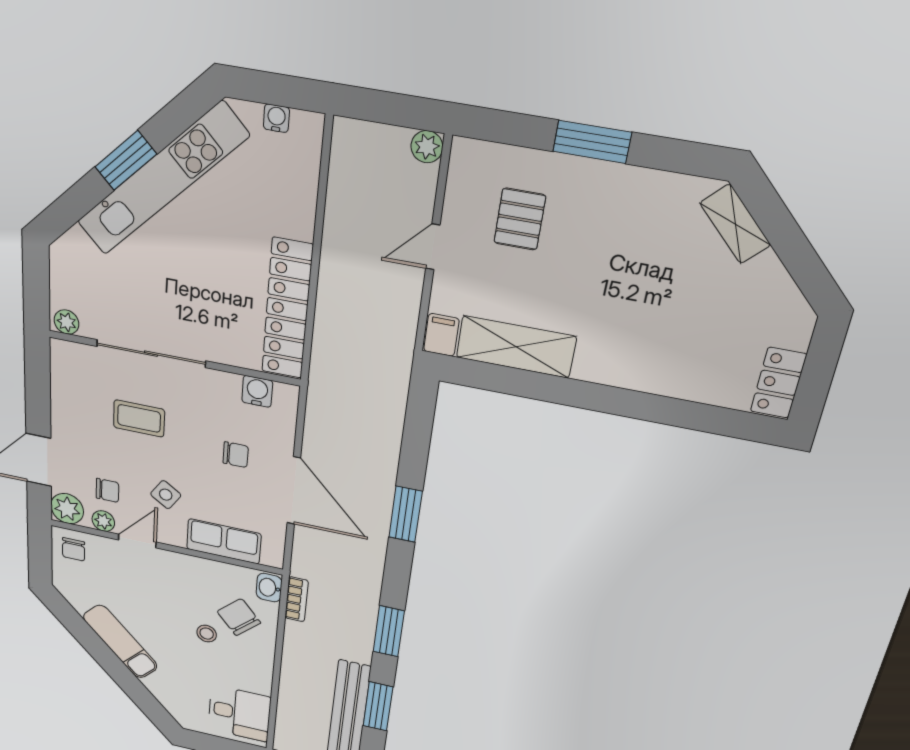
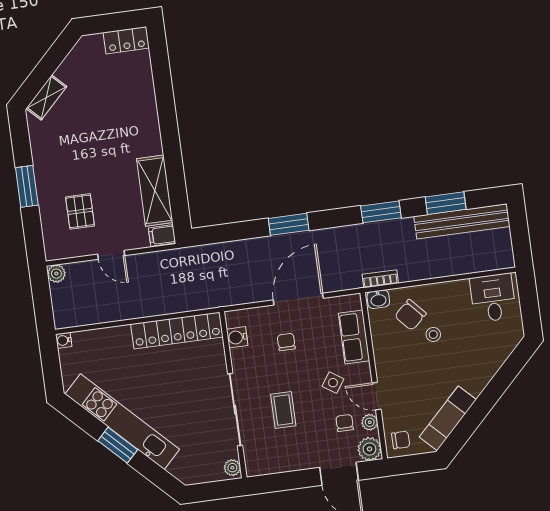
water cooler: (276, 118) -> (64, 340), moved
pallet: (520, 219) -> (80, 211), turned 90
exam couch: (120, 642) -> (448, 418), moved

